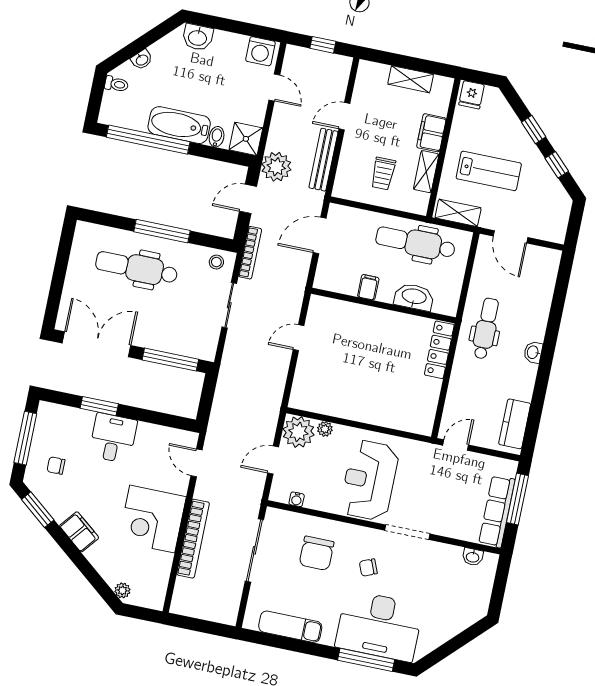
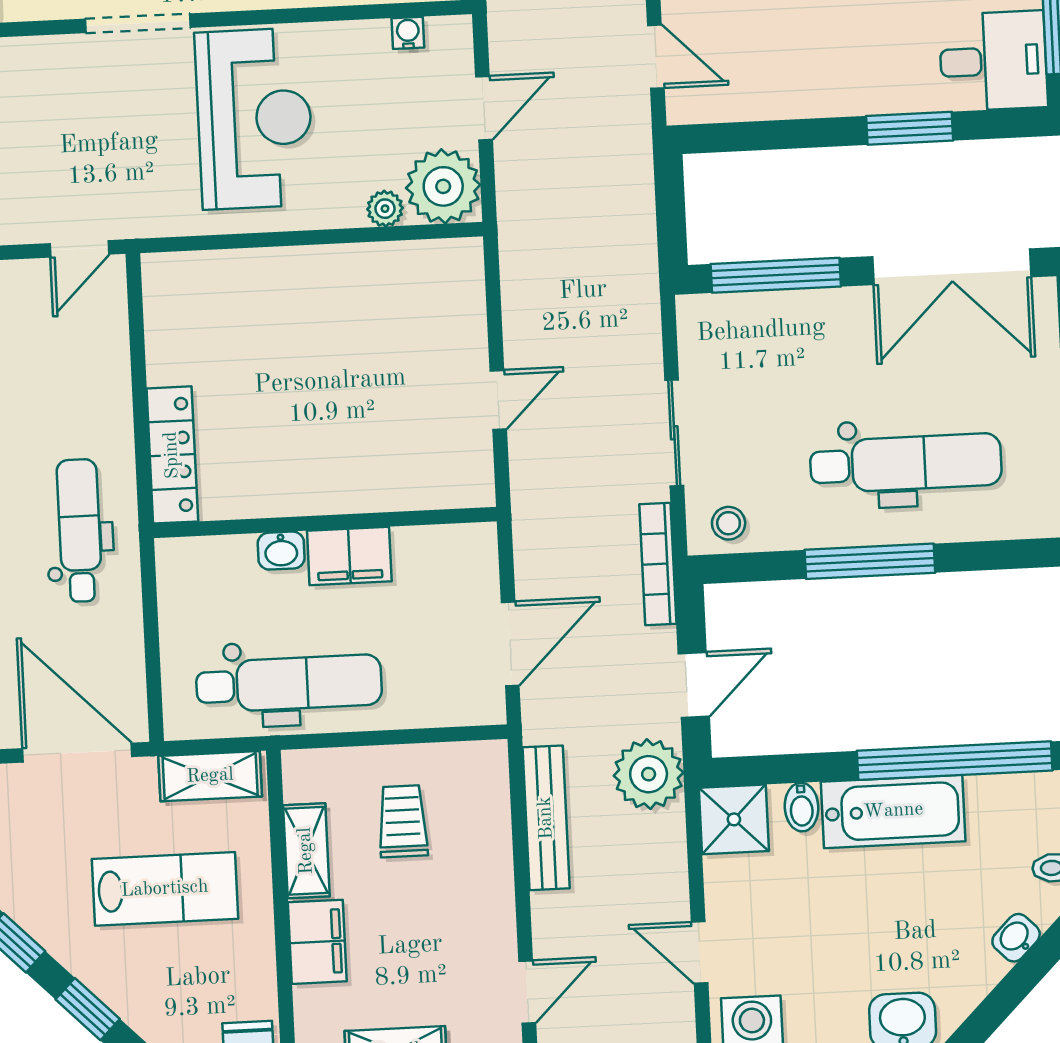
door: (344, 116) -> (527, 992), moved
lab bench: (489, 171) -> (165, 889), turned 180
door: (511, 237) -> (77, 753), width x1.36
filing cabinet: (368, 287) -> (349, 556), width x2.00
washbasin: (414, 297) -> (281, 551), width x0.52, depth x0.69
dental chair: (486, 328) -> (79, 530), turned 180
desk: (113, 438) -> (993, 61), moved, turned -90

